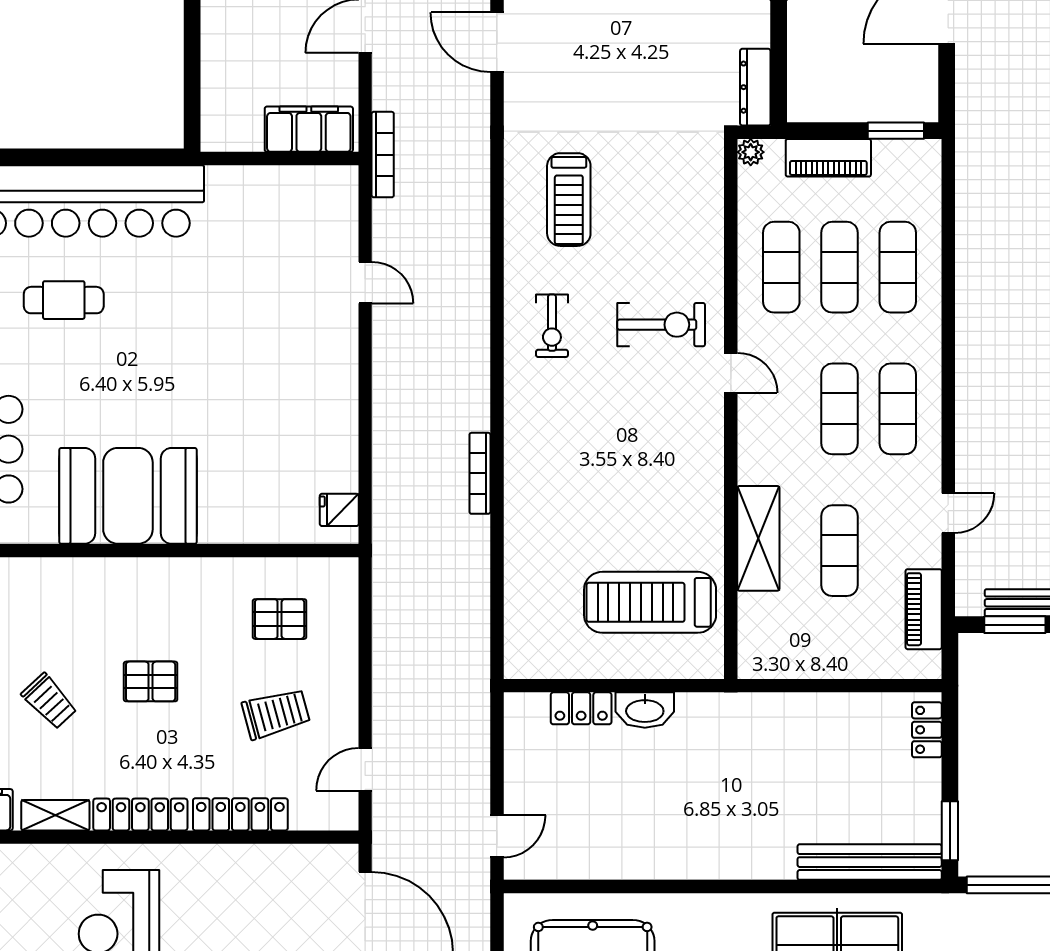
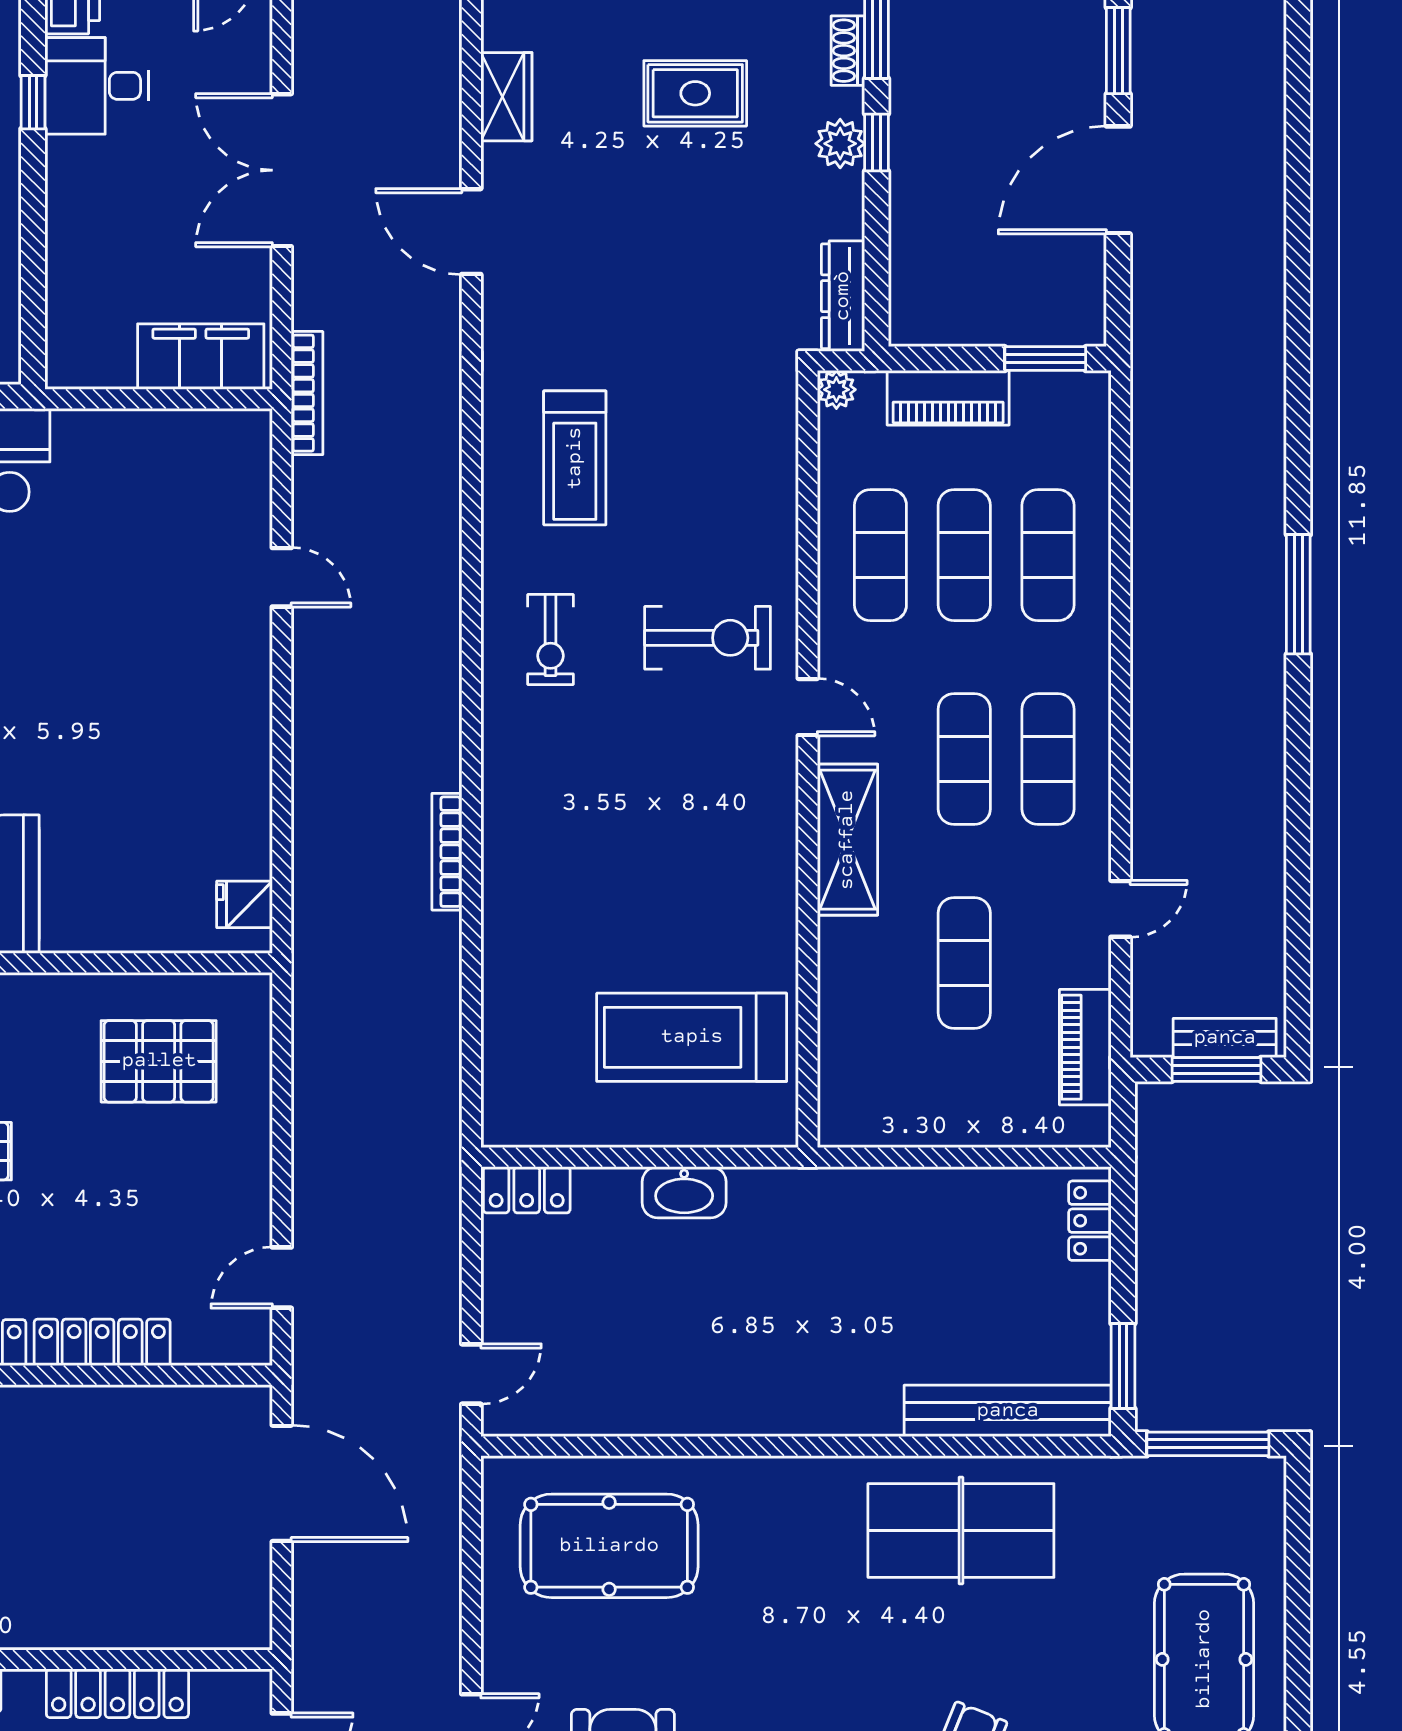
shelving: (758, 538) -> (847, 840), moved
pallet: (280, 619) -> (159, 1061), width x1.50, depth x1.42
locker: (581, 708) -> (527, 1190), moved
trolley: (276, 714) -> (153, 1197), removed

